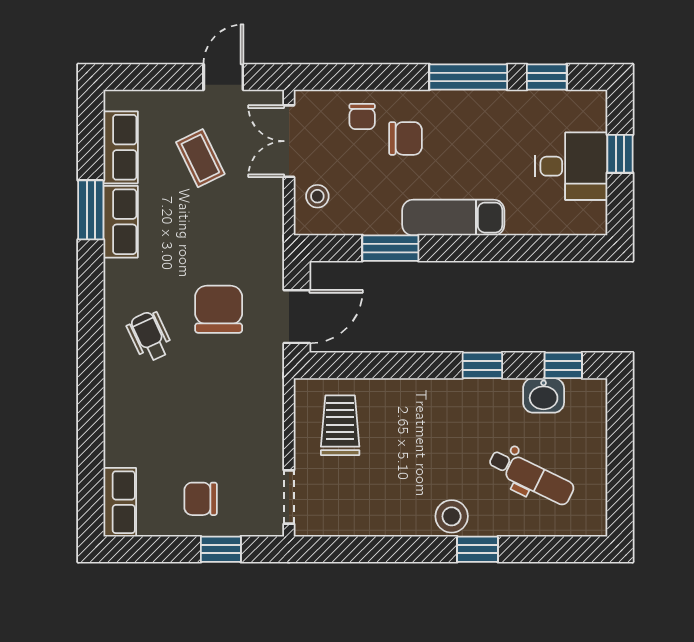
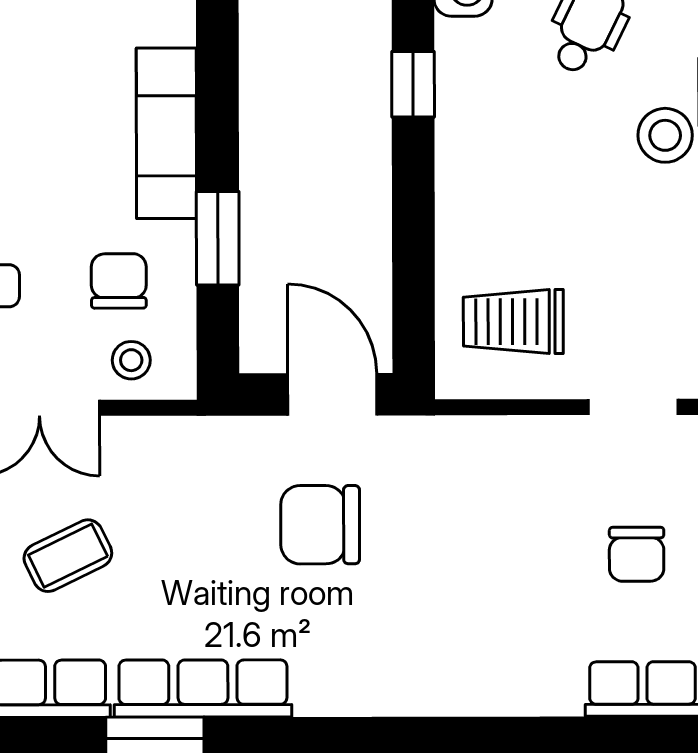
chair: (405, 138) -> (119, 281), moved
row of seats: (121, 222) -> (203, 688), width x1.48
wheelchair: (150, 336) -> (366, 640), removed

